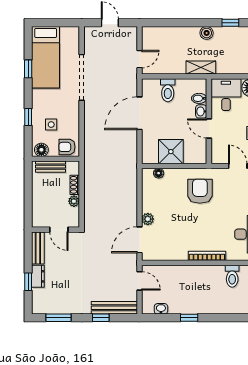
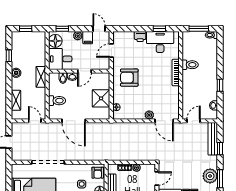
shelving: (168, 33) -> (16, 100), added
toilet: (232, 276) -> (190, 65), moved
plant: (62, 304) -> (210, 176), added

